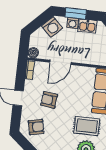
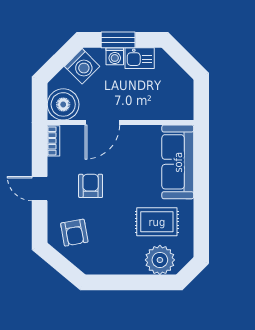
boiler: (33, 53) -> (63, 104), width x1.86, depth x1.86
armchair: (49, 100) -> (91, 186), turned 83
armchair: (36, 127) -> (74, 233), turned 92

